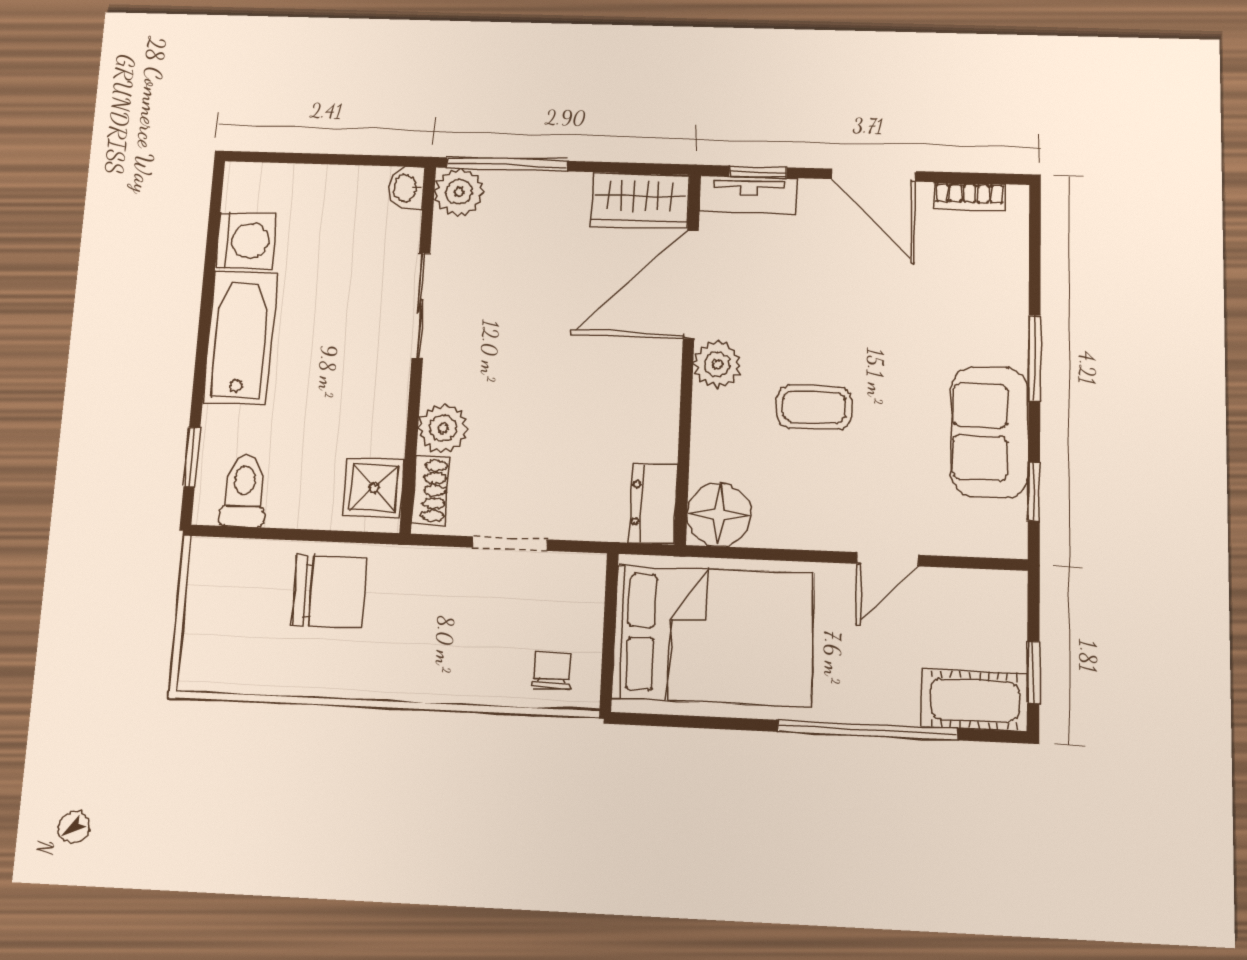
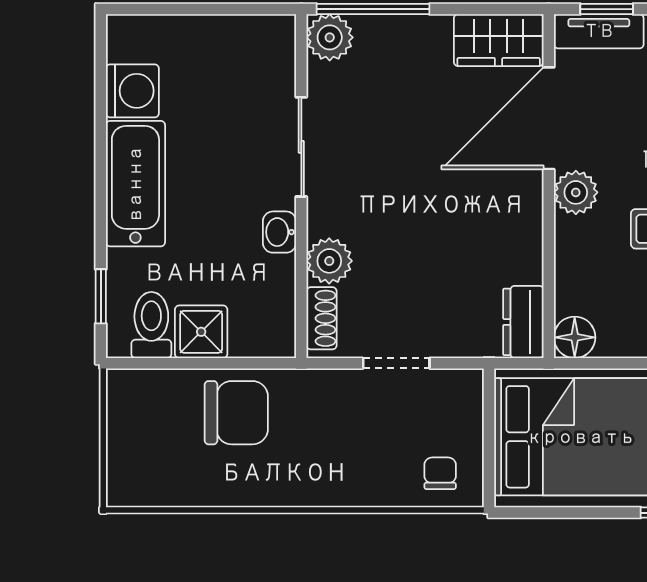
washbasin: (406, 188) -> (280, 232), moved
shower: (374, 487) -> (201, 332), moved
floor lamp: (719, 515) -> (575, 337), width x0.73, depth x0.73

